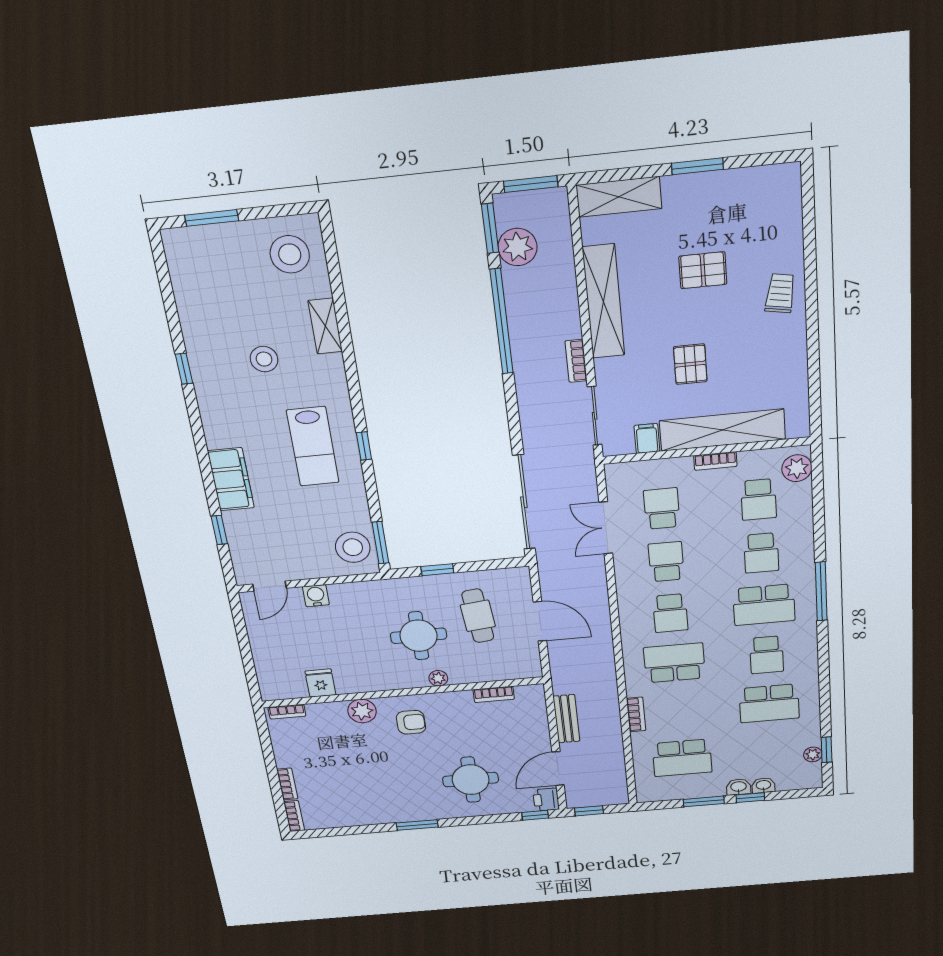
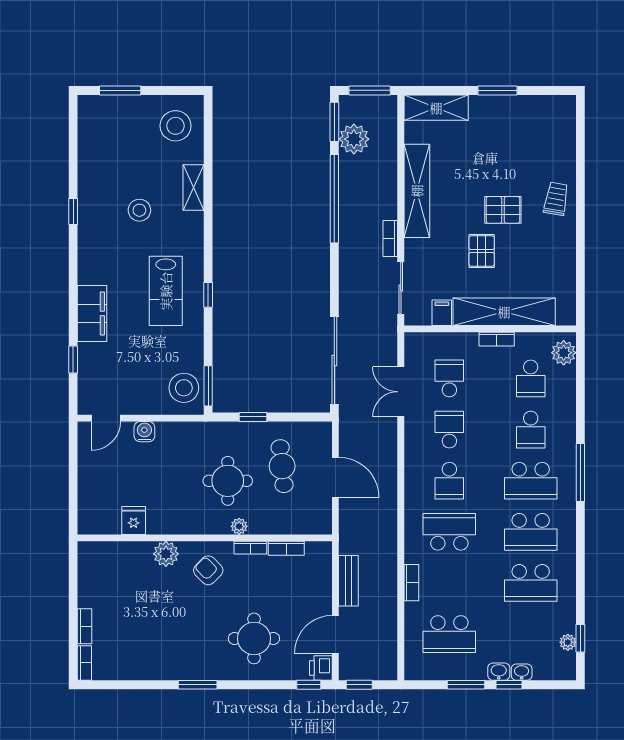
pallet: (703, 270) -> (503, 210), moved
school desk: (767, 655) -> (531, 532), width x1.85
bookcase: (287, 712) -> (250, 548), moved
armchair: (411, 722) -> (208, 570), turned -135

